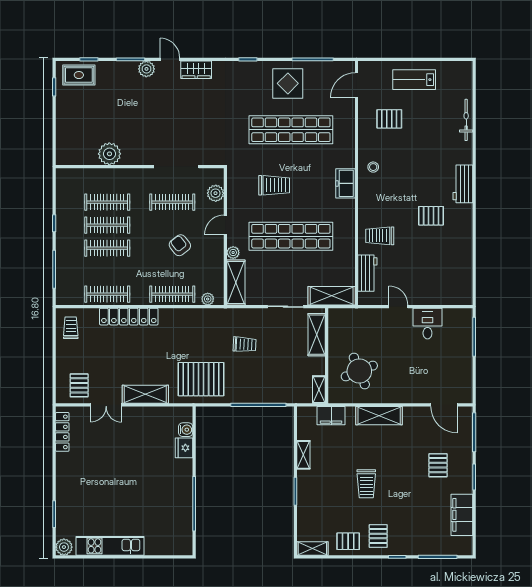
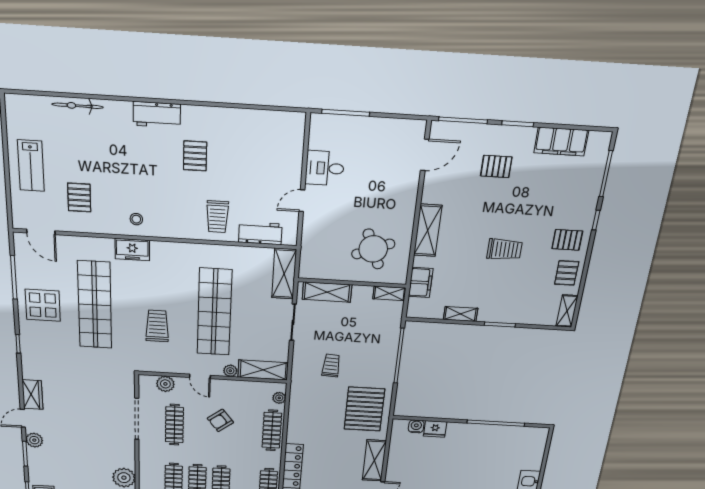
freezer: (345, 183) -> (132, 250), moved

